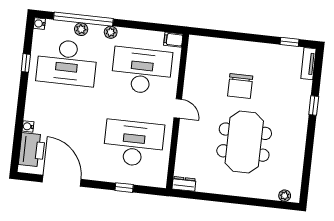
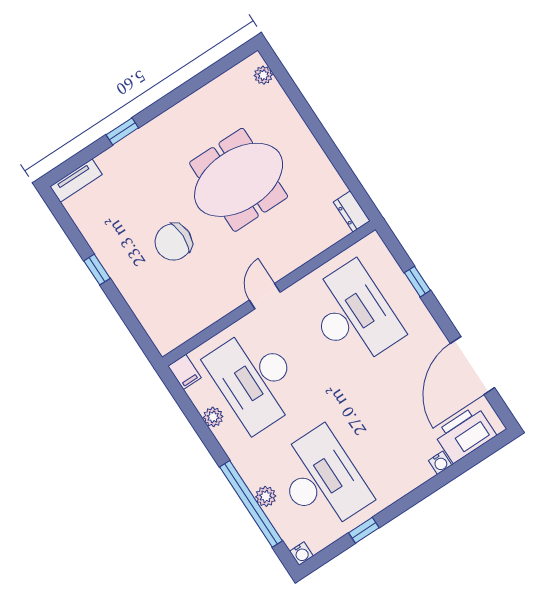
plant: (111, 32) -> (213, 417), moved
window: (290, 42) -> (97, 270), moved
chair: (240, 86) -> (173, 242), turned 180
desk: (134, 143) -> (353, 315), turned 180

